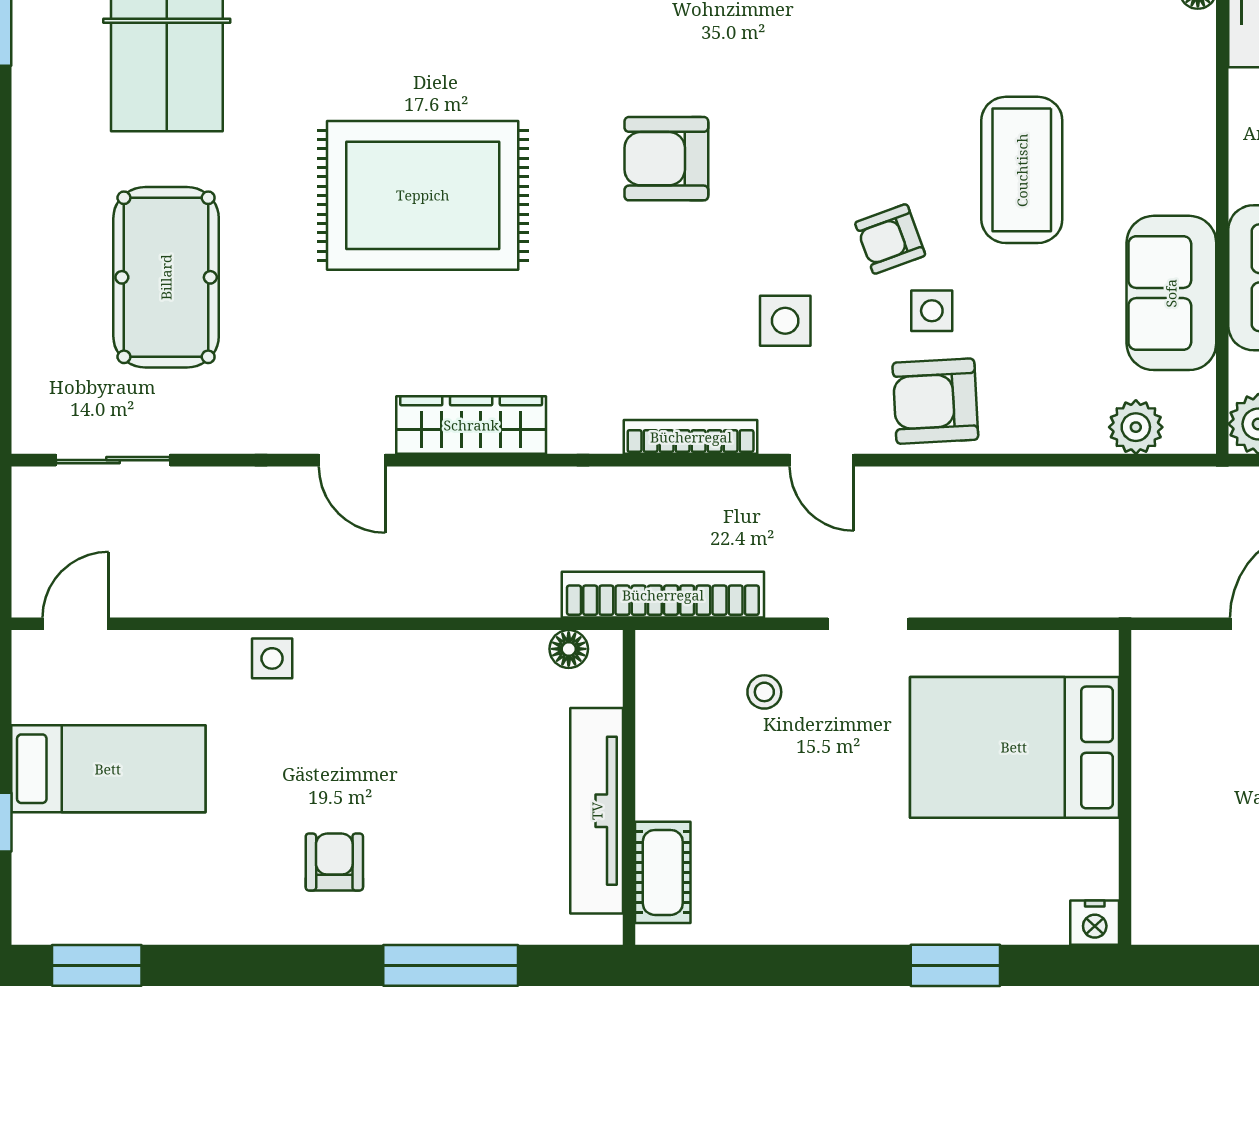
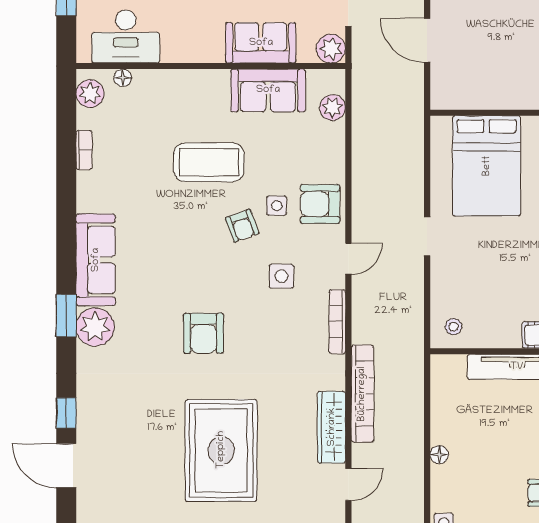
armchair: (935, 401) -> (320, 204), turned 93
bookcase: (663, 595) -> (362, 394), moved, turned 180
floor lamp: (569, 649) -> (439, 455), moved
stool: (764, 692) -> (453, 327), moved

